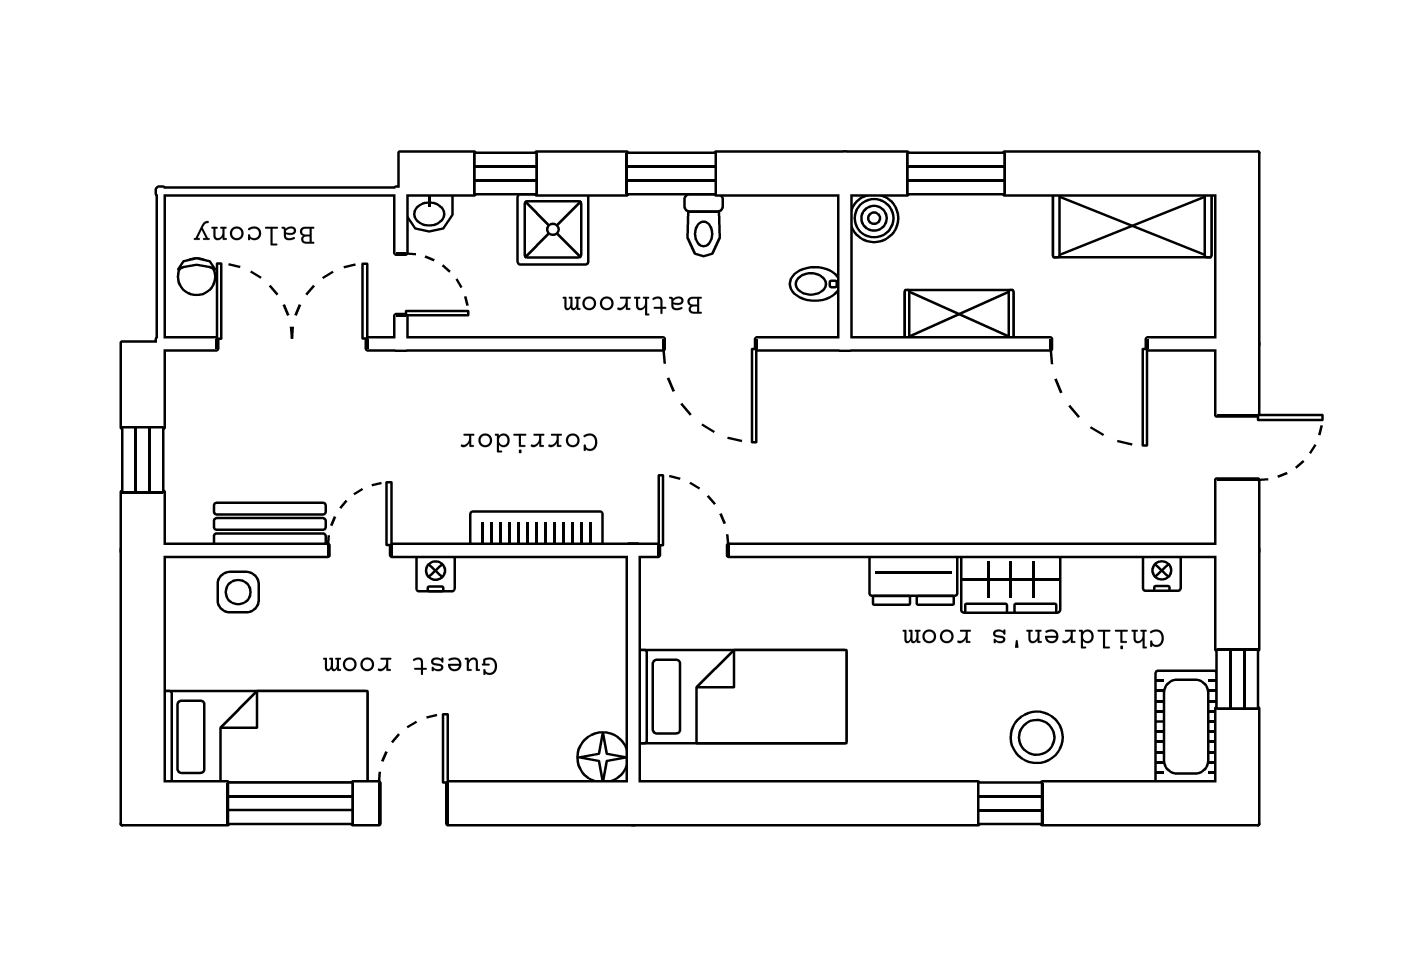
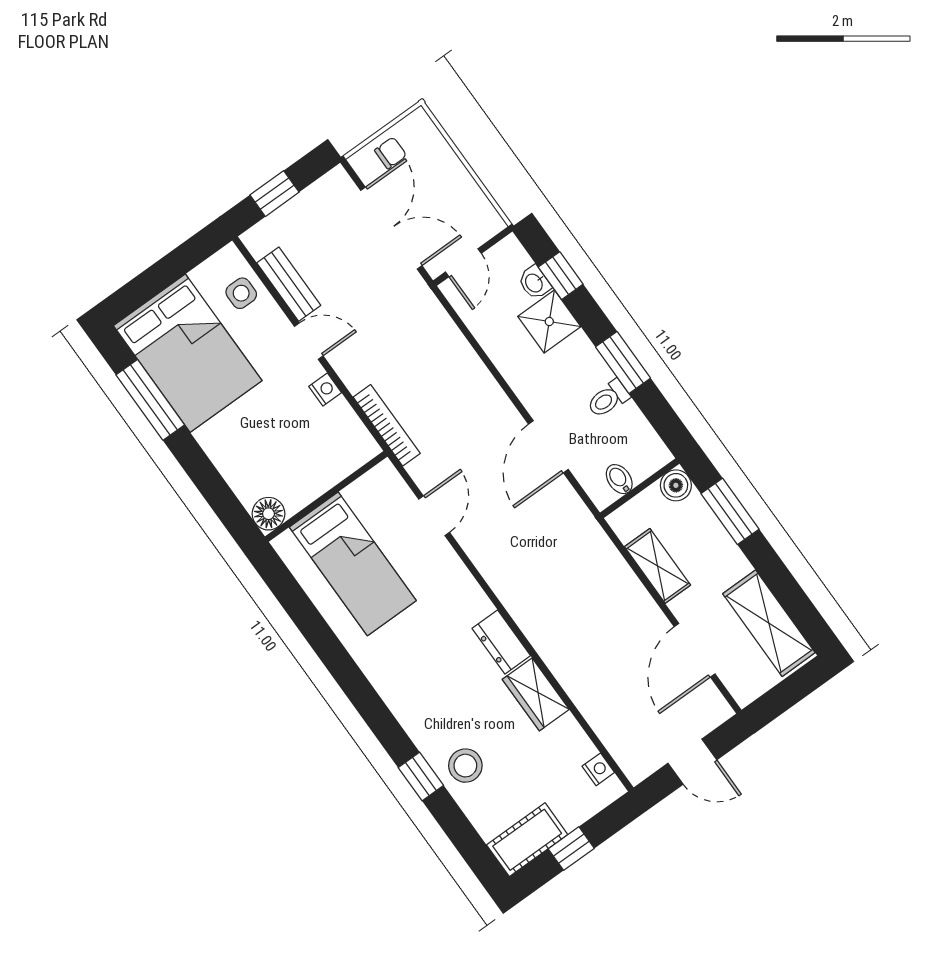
washbasin: (429, 213) -> (534, 283), moved
chair: (197, 277) -> (391, 153), turned 180
wall: (633, 669) -> (326, 496), moved
bed: (742, 697) -> (353, 564), moved
bed: (265, 737) -> (188, 353), width x1.50
floor lamp: (603, 757) -> (268, 514), moved
door: (413, 803) -> (197, 464), removed

